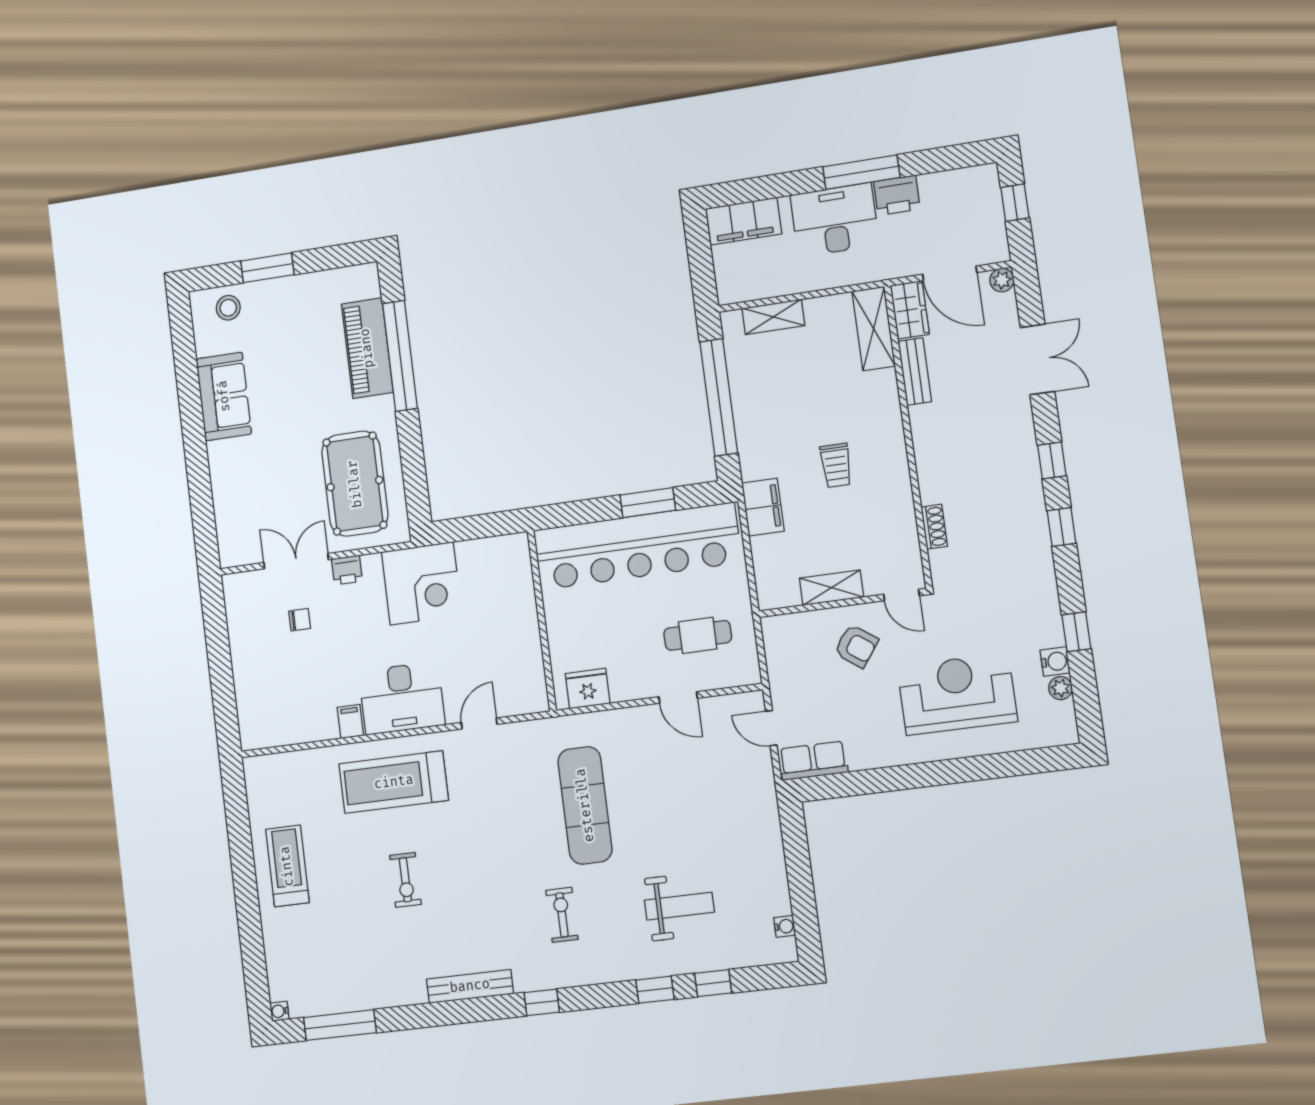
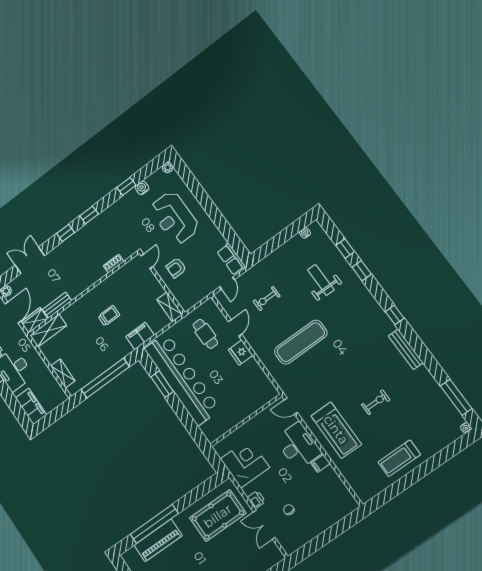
shelving: (832, 588) -> (170, 307), moved
wall: (542, 621) -> (246, 420), moved
armchair: (856, 646) -> (176, 268), turned -126
fridge: (588, 688) -> (241, 353), moved
plant: (1061, 688) -> (168, 167), moved
exercise bike: (562, 915) -> (267, 299), moved

